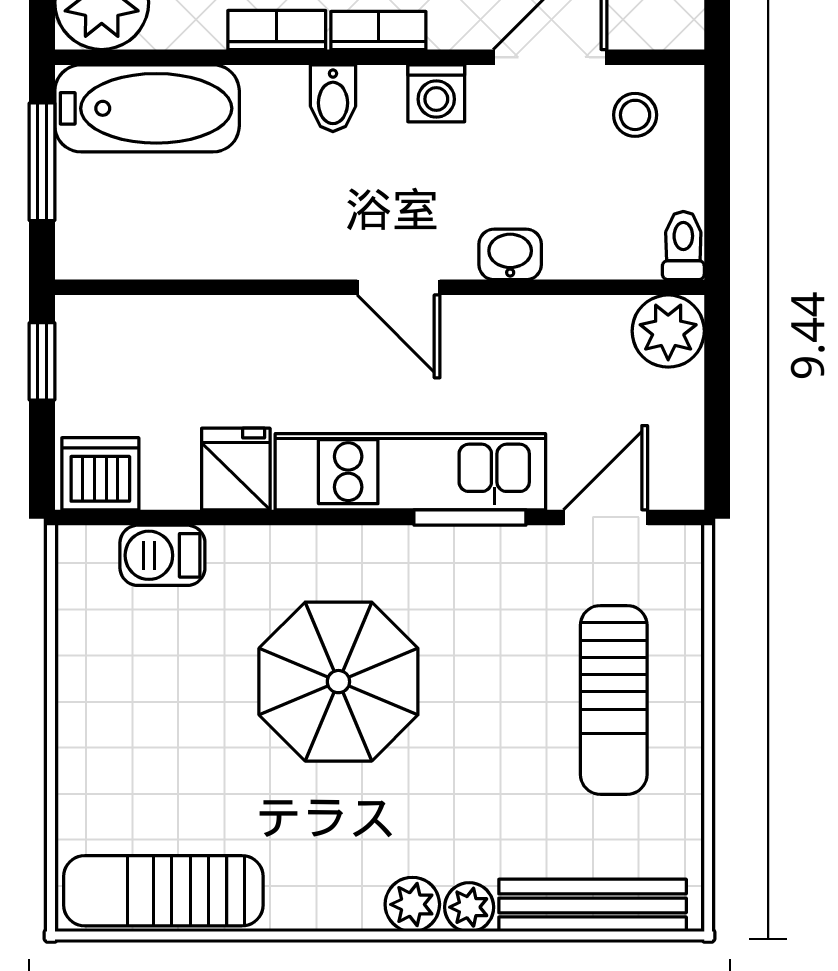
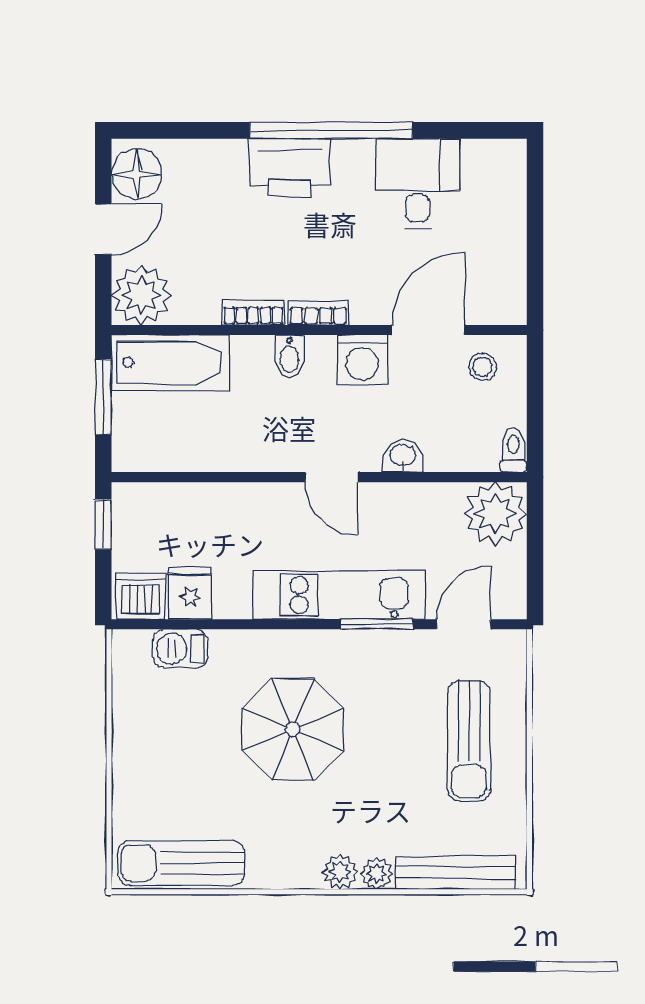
washing machine: (436, 93) -> (362, 360), width x1.38, depth x1.38
plant: (668, 331) -> (495, 513), width x1.36, depth x1.36
fridge: (236, 469) -> (190, 593), moved

